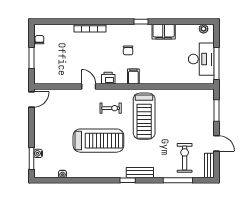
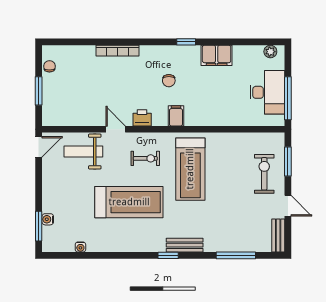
weight bench: (65, 103) -> (83, 151), added
exercise bike: (185, 158) -> (264, 174), moved

